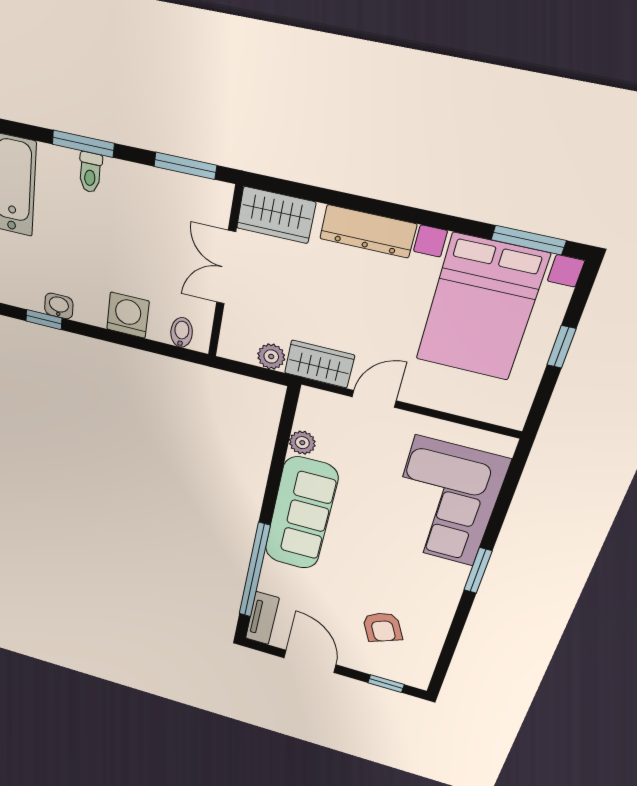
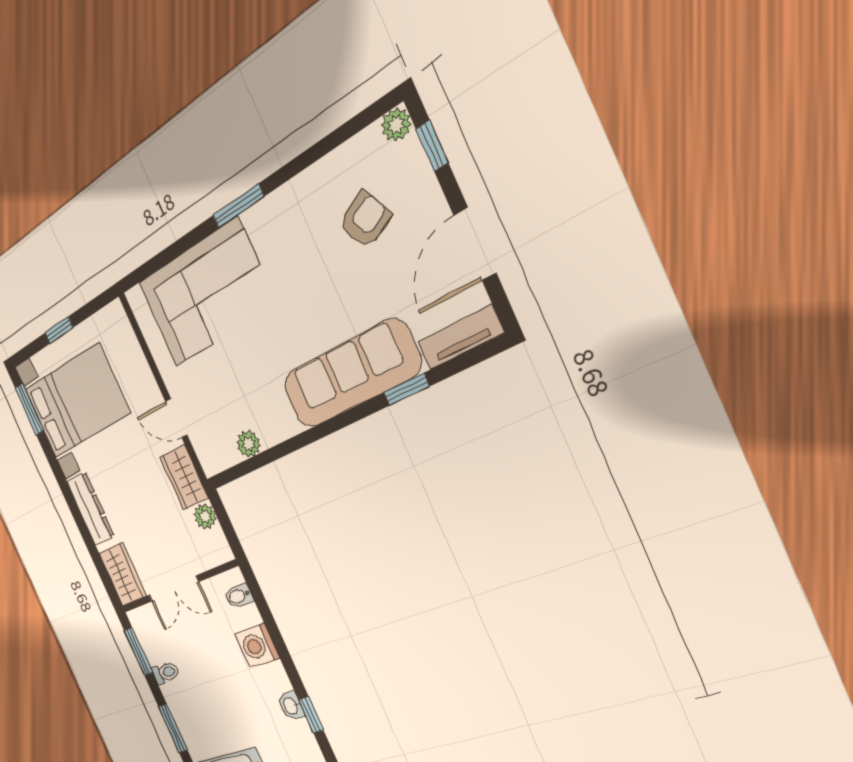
toilet: (90, 172) -> (166, 673), moved
sofa: (301, 514) -> (350, 374), moved
window: (254, 571) -> (407, 389), width x0.32
plant: (418, 679) -> (396, 125), added

